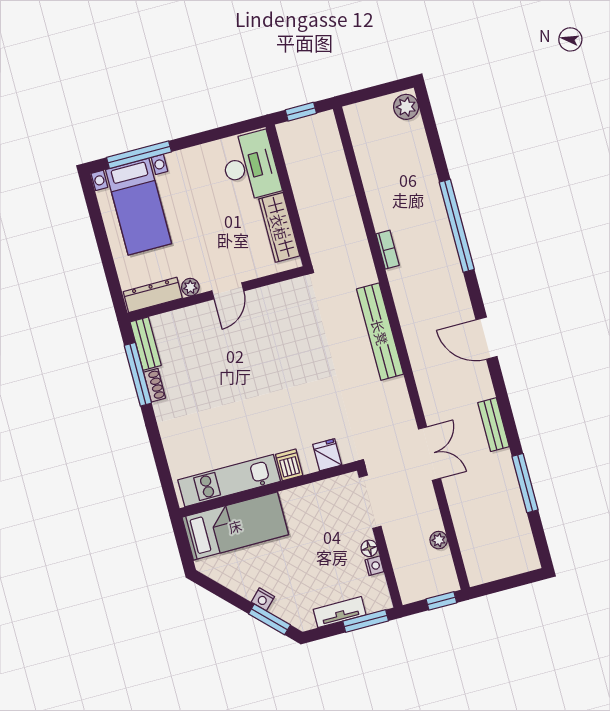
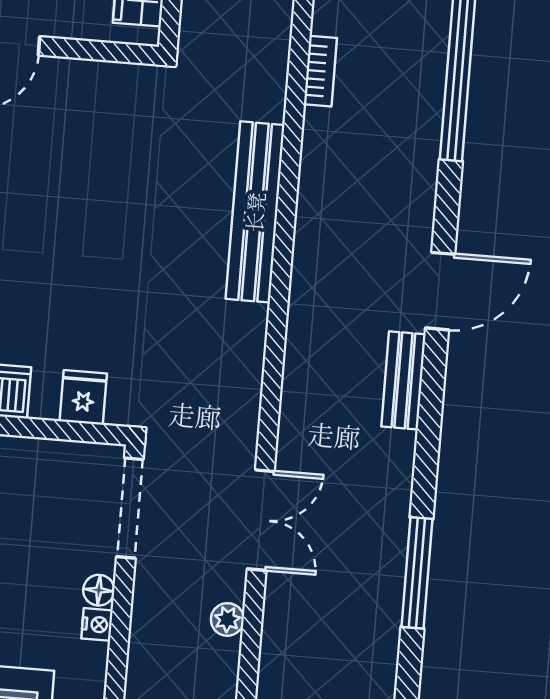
door: (487, 338) -> (440, 291), swing flipped
bench: (493, 425) -> (403, 380), moved
double door: (430, 454) -> (261, 520), moved

